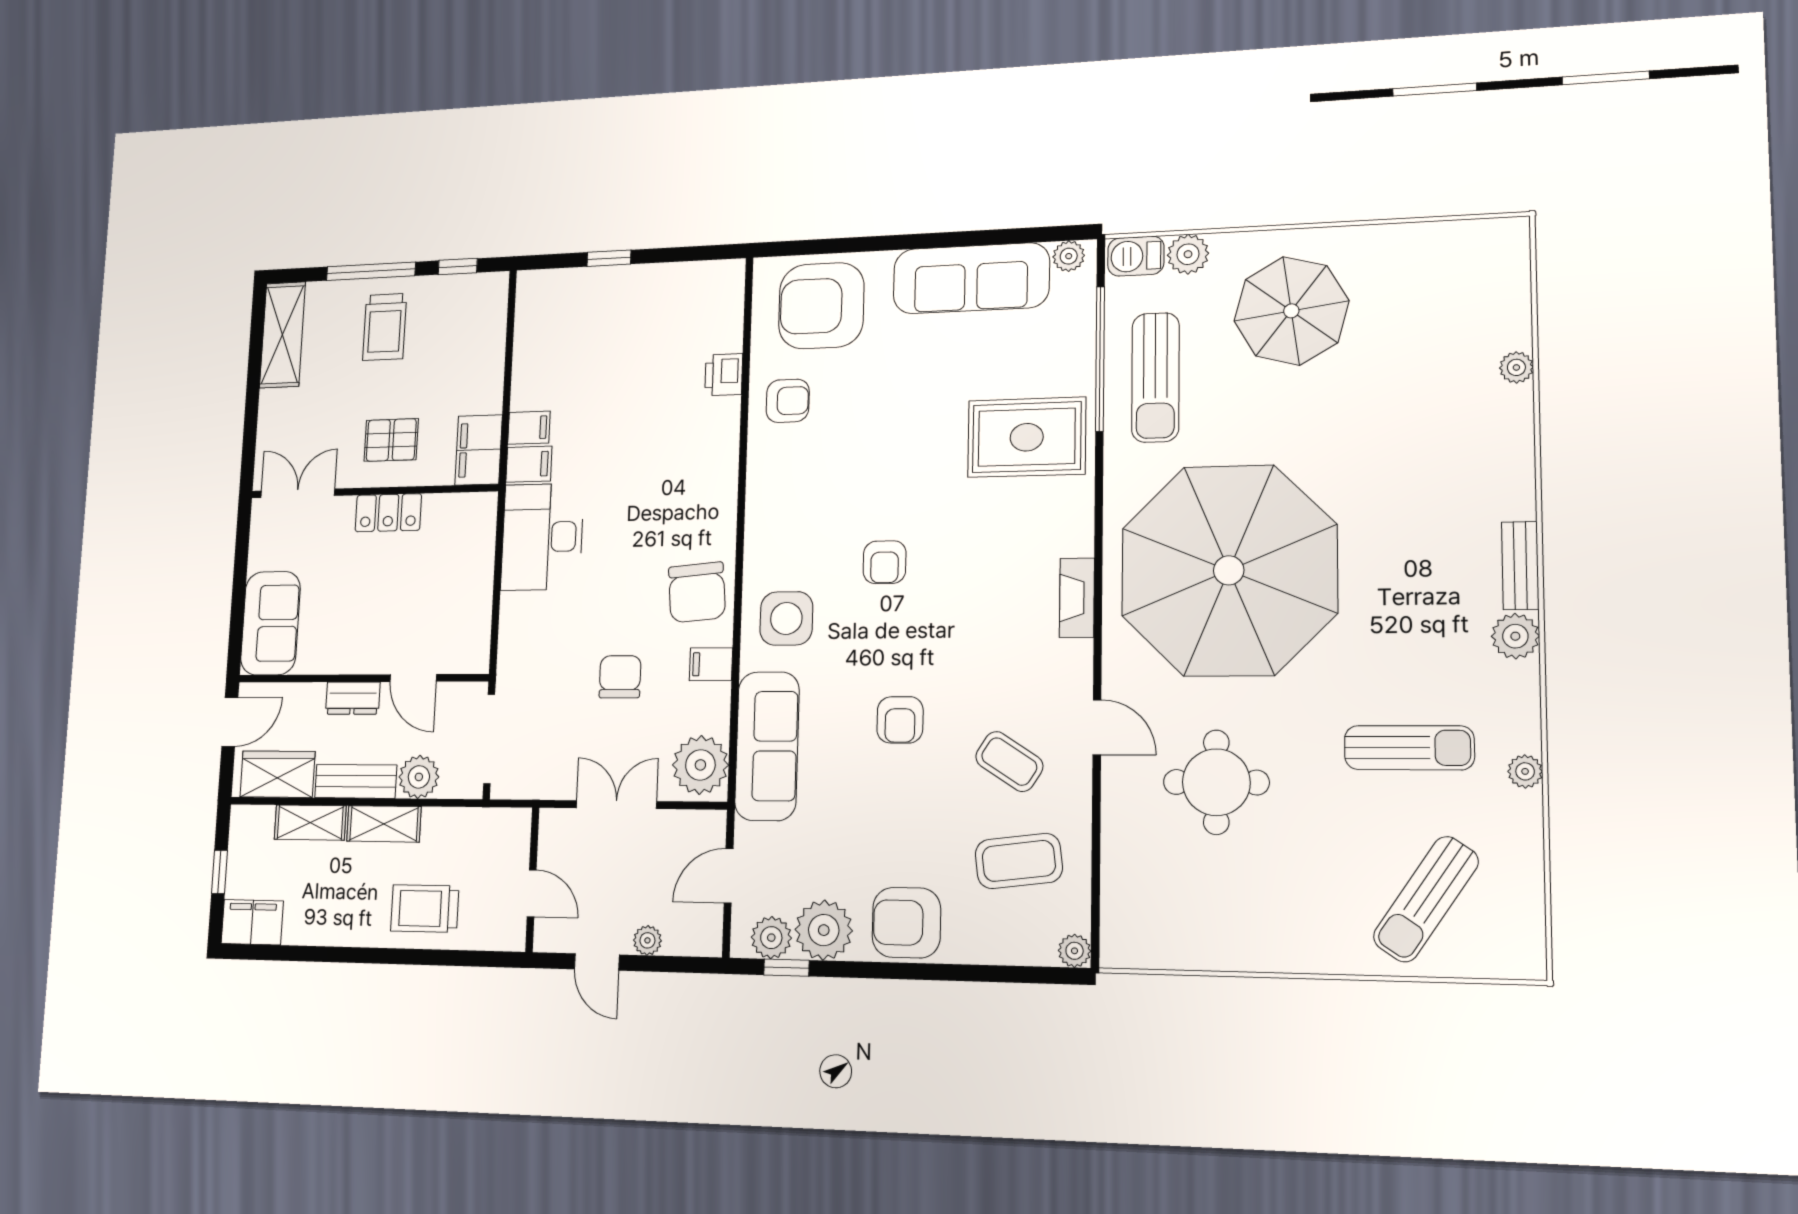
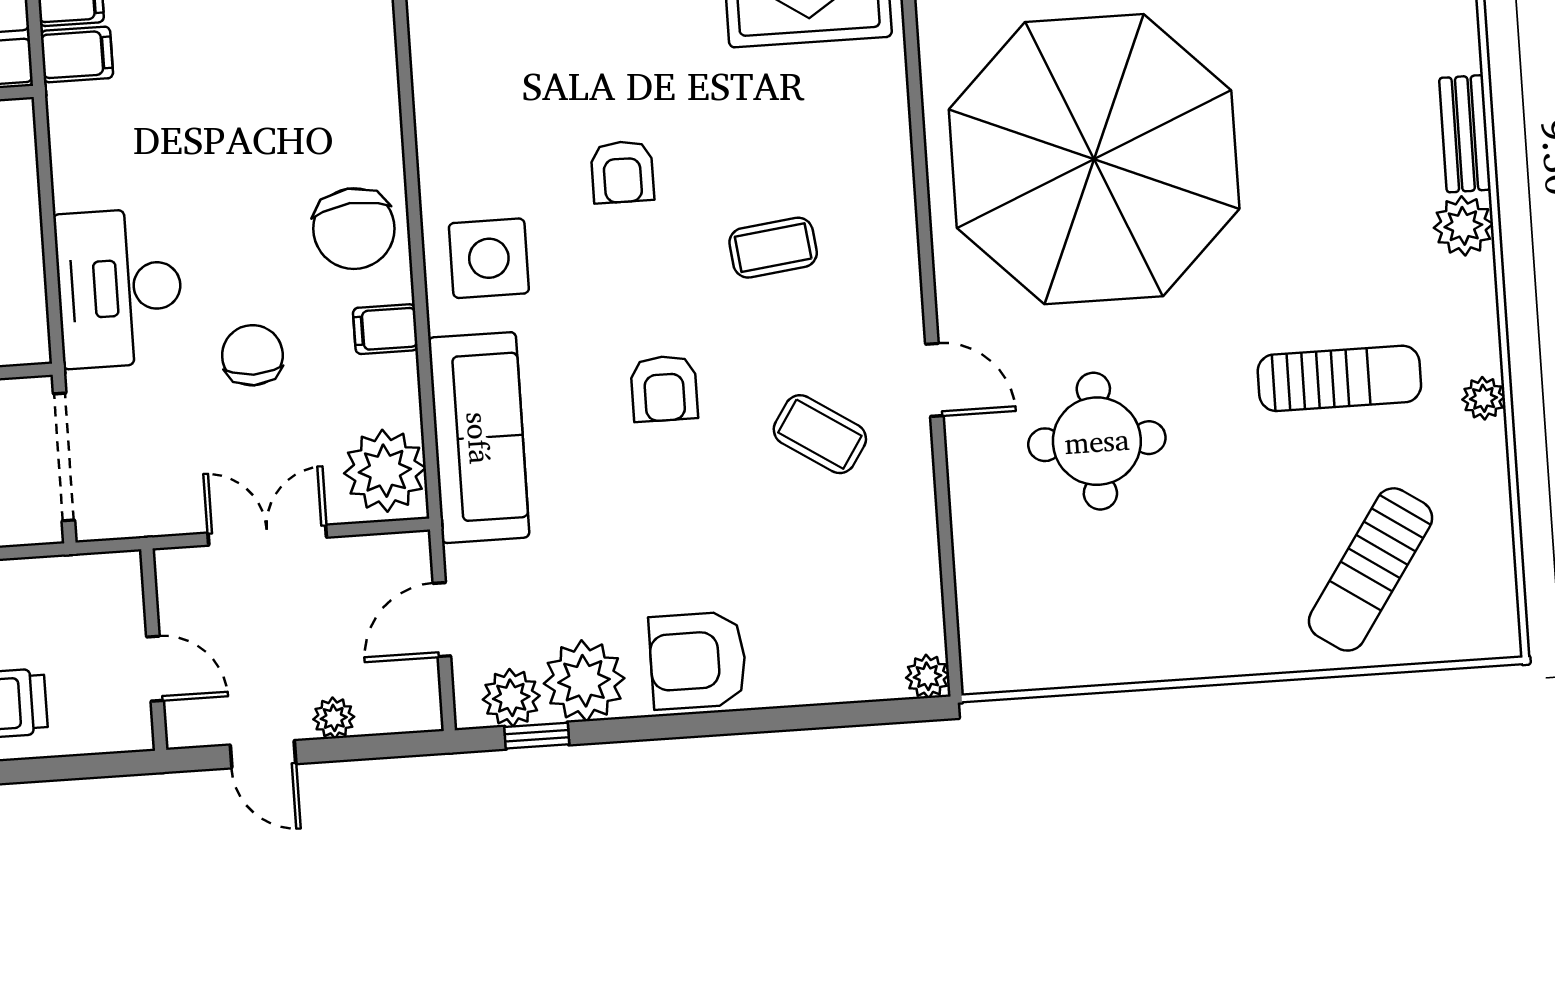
desk: (542, 537) -> (119, 288), moved
fireplace: (1077, 598) -> (894, 207), removed
coffee table: (1019, 861) -> (773, 248), moved, width x0.73, depth x0.77

